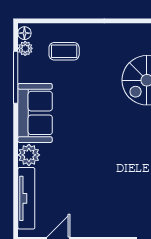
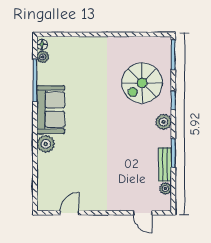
coffee table: (64, 51) -> (74, 59), removed
tv unit: (26, 198) -> (44, 179), removed

